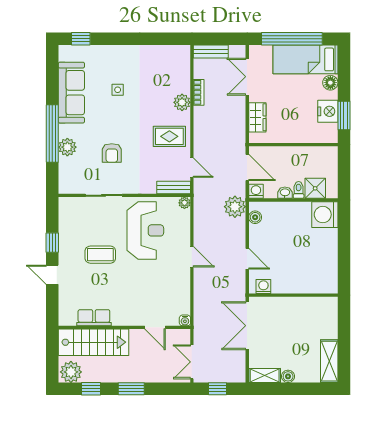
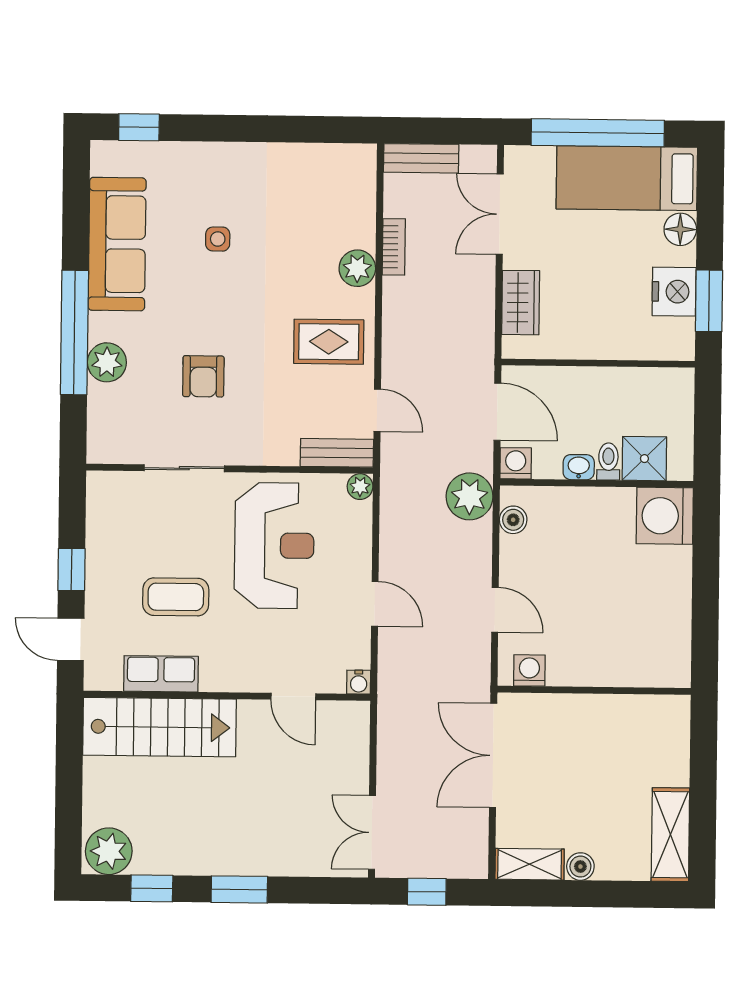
row of seats: (94, 318) -> (161, 674), moved
water cooler: (185, 320) -> (359, 682), moved
wall: (124, 327) -> (227, 696), moved
door: (155, 327) -> (293, 697), moved
stairs: (94, 342) -> (159, 727), moved

